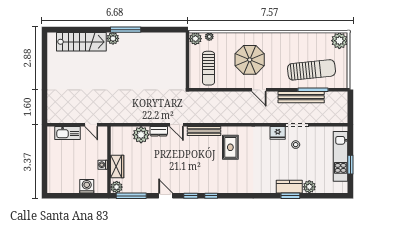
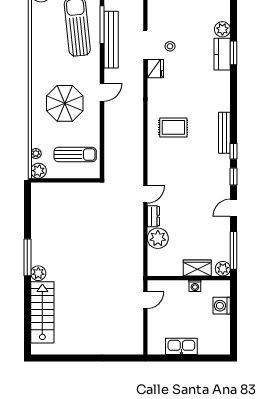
bench: (204, 131) -> (224, 133), moved
kitchen sink: (68, 133) -> (181, 346), moved, turned -90

